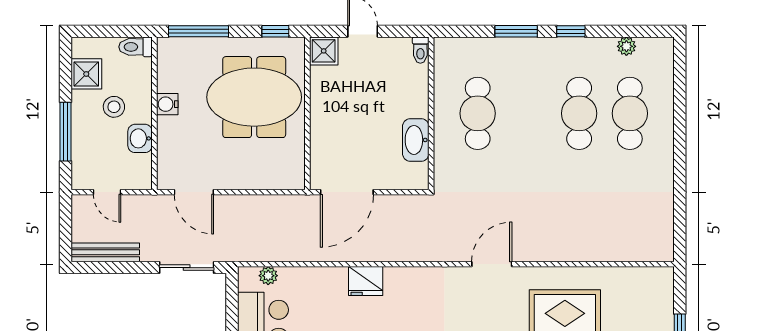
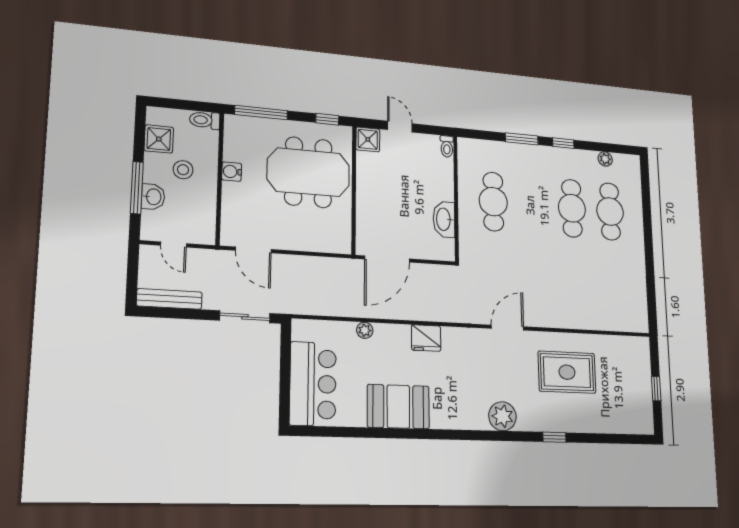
washbasin: (140, 138) -> (153, 197), moved, turned 180
plant: (268, 276) -> (365, 330), moved
fridge: (366, 281) -> (426, 338), moved

